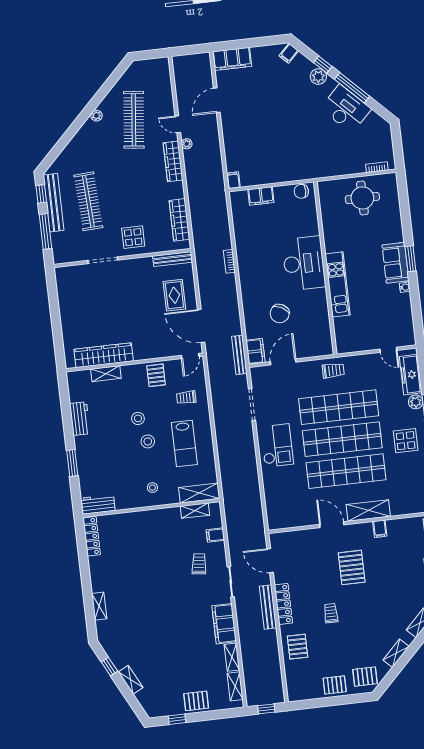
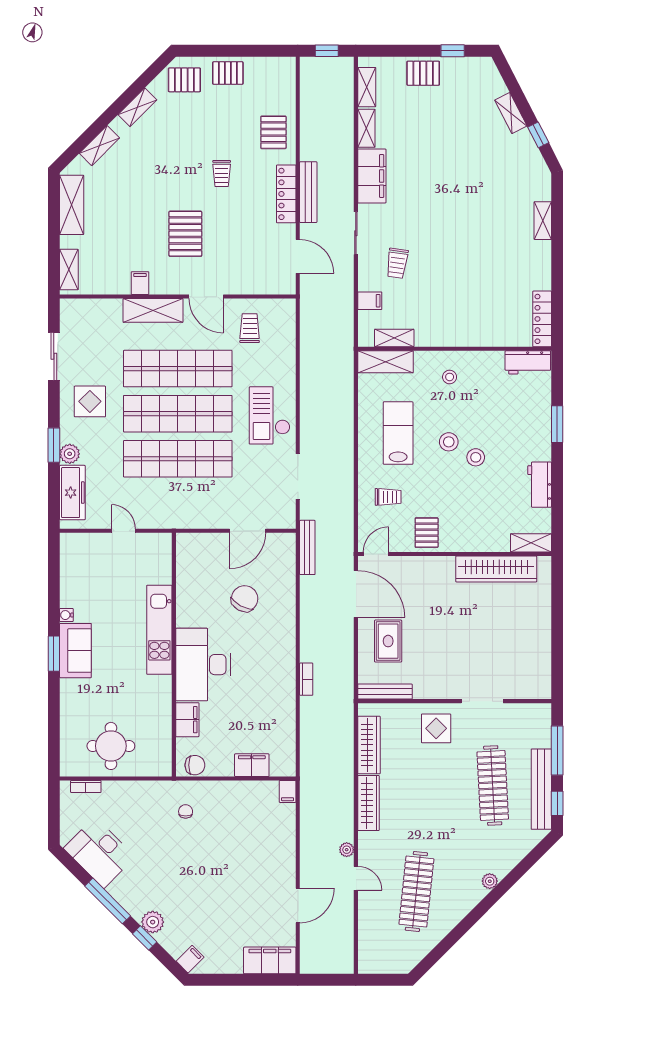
desk: (346, 109) -> (99, 853), moved
plant: (97, 116) -> (490, 881), moved
chair: (304, 158) -> (186, 811), added
wardrobe: (173, 161) -> (368, 803), moved
door: (388, 350) -> (123, 531), moved
filing cabinet: (255, 351) -> (187, 720), moved, turned 180
trolley: (333, 370) -> (250, 328), moved, turned 90
shelving: (106, 374) -> (531, 543), moved
stool: (138, 418) -> (476, 457), moved

